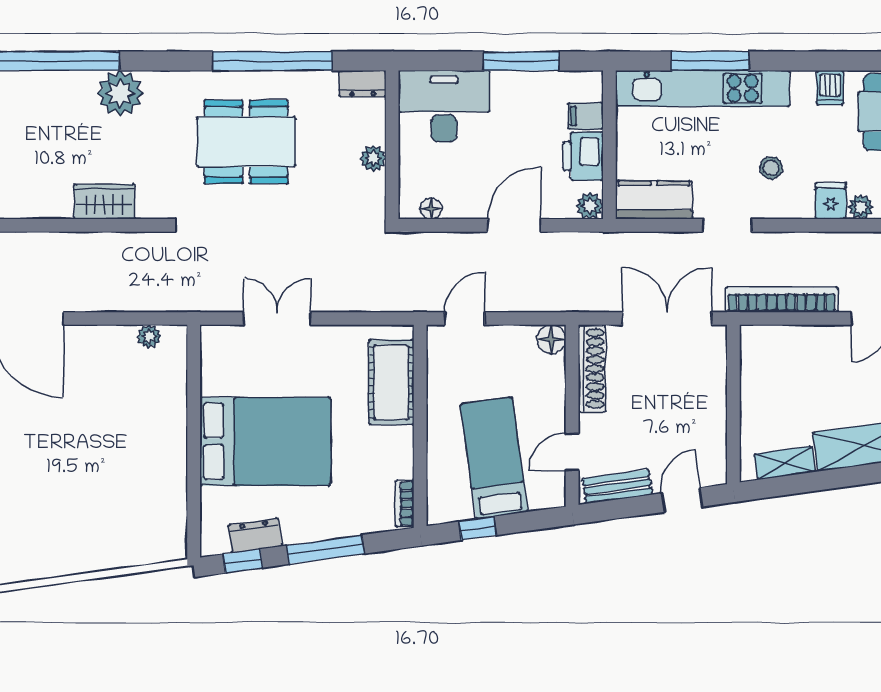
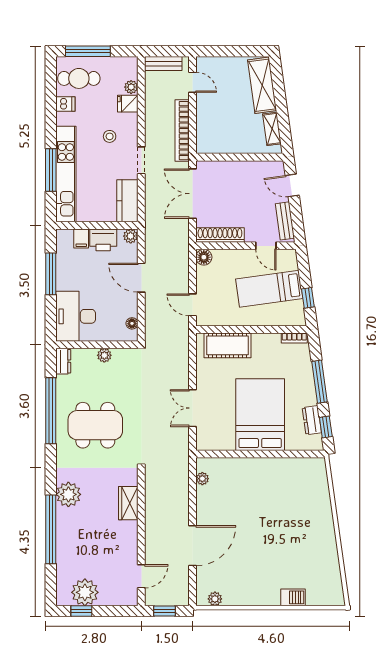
dining table: (246, 142) -> (95, 425), turned 90

